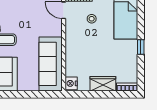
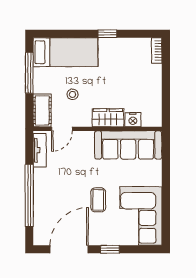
nightstand: (71, 83) -> (133, 120), moved
wardrobe: (103, 84) -> (108, 118), moved, turned 90

